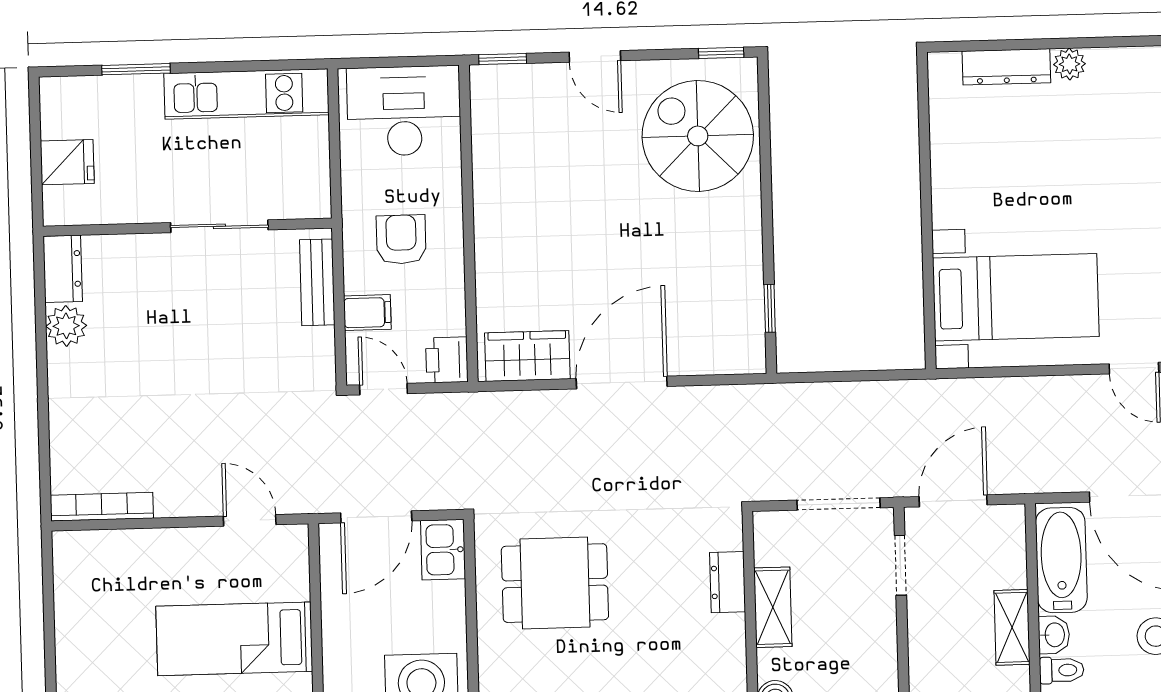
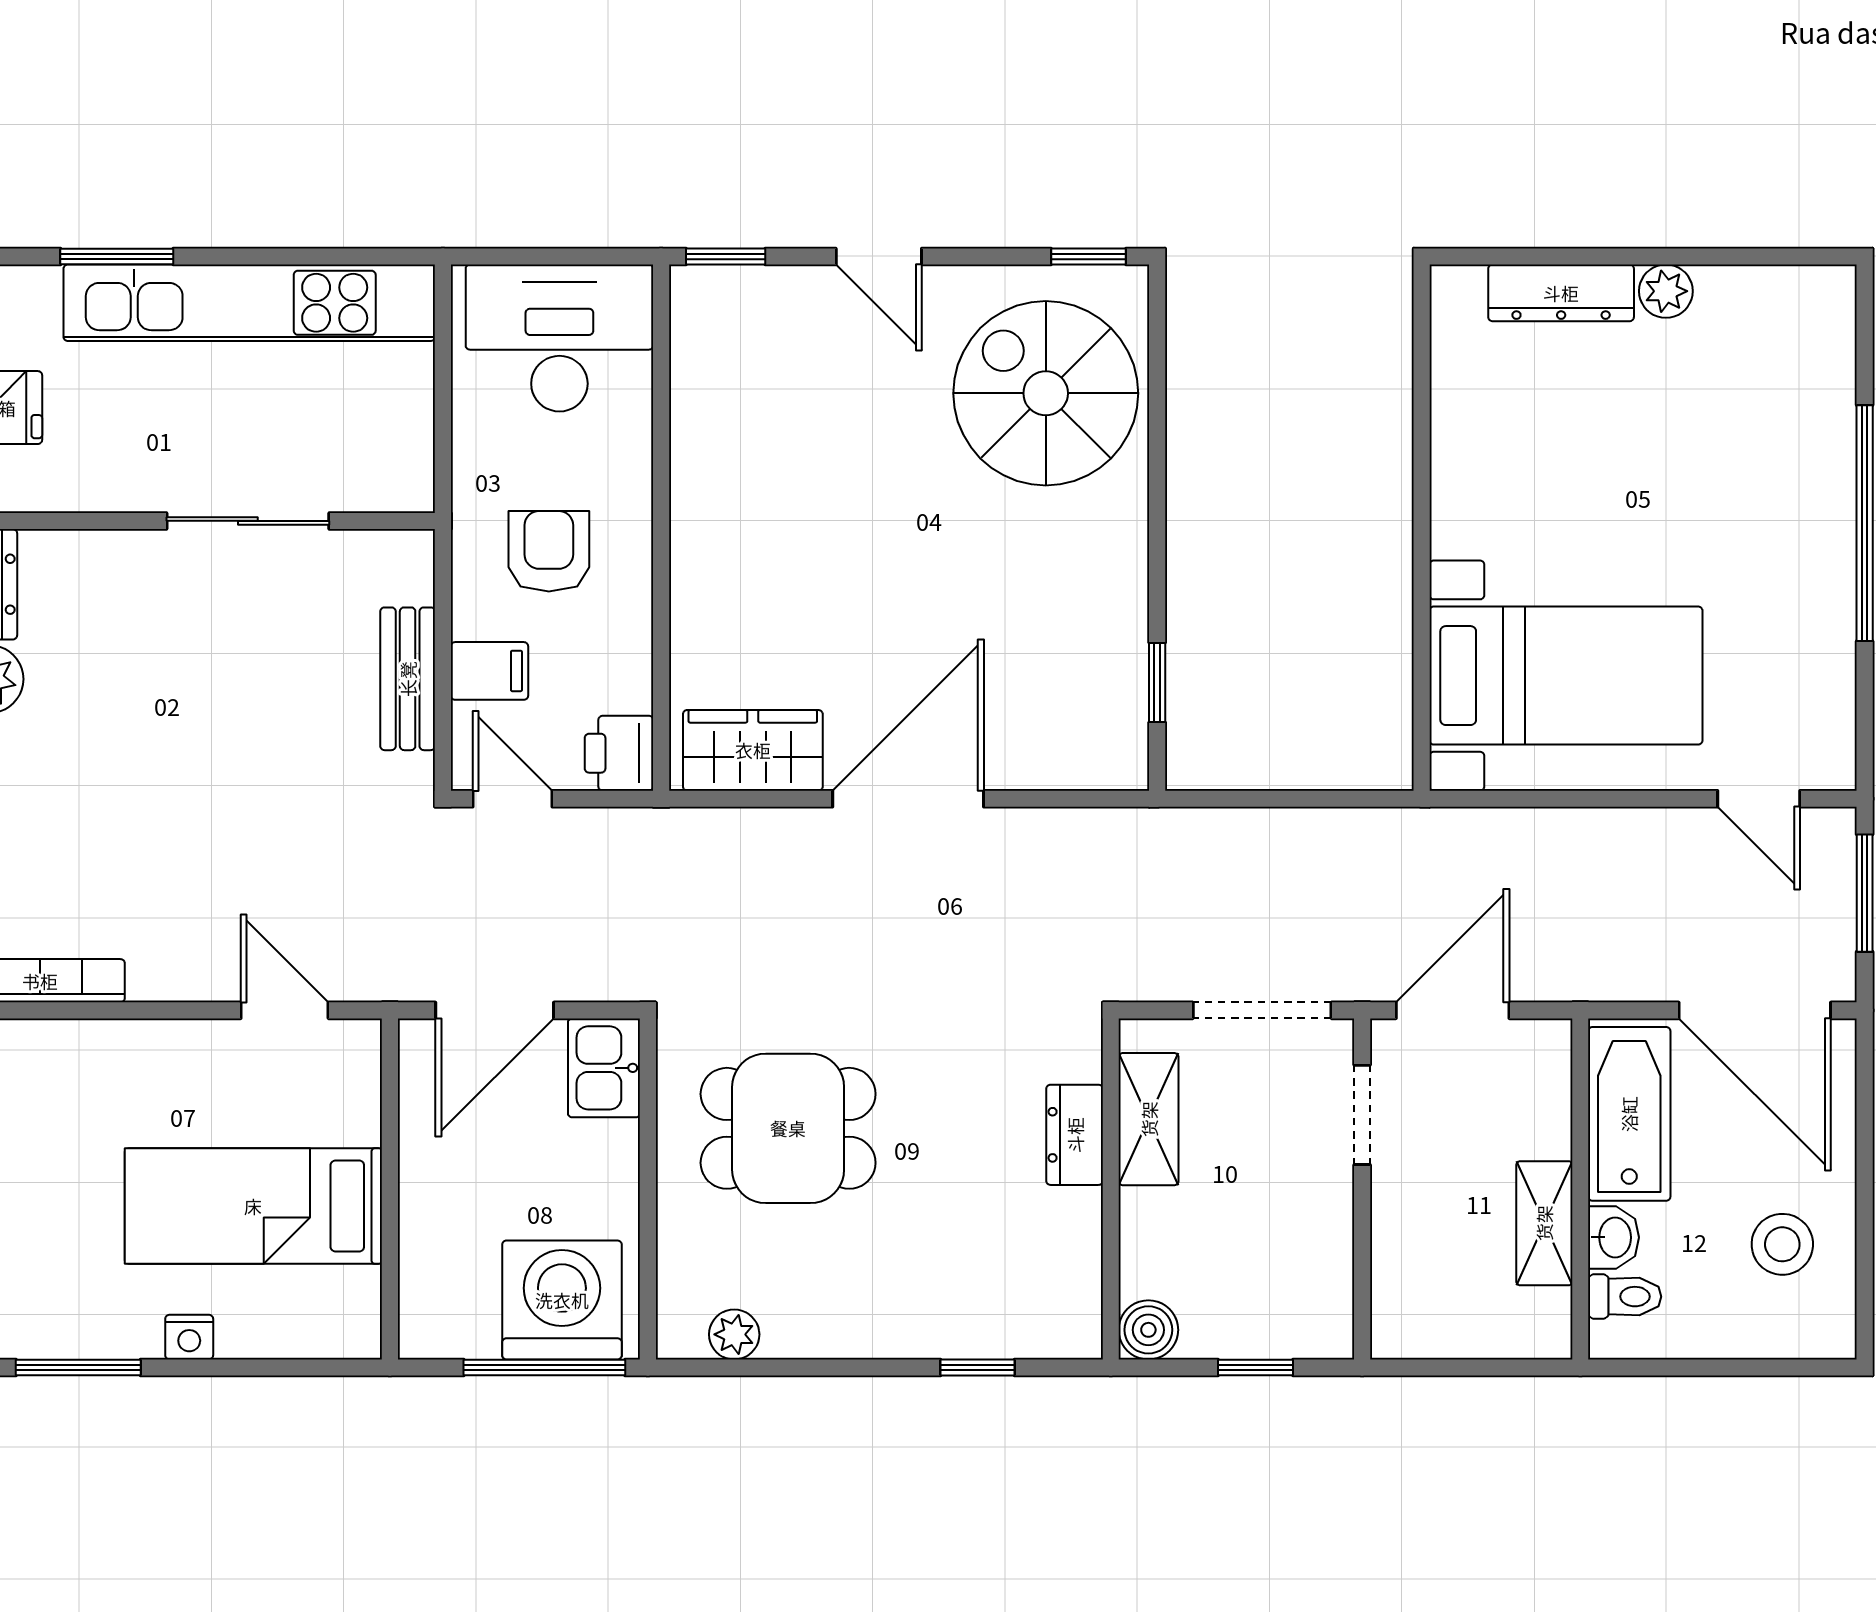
kitchen unit: (246, 94) -> (249, 303), width x1.36
bench: (317, 282) -> (408, 679), moved
shelving: (773, 607) -> (1149, 1119), moved

